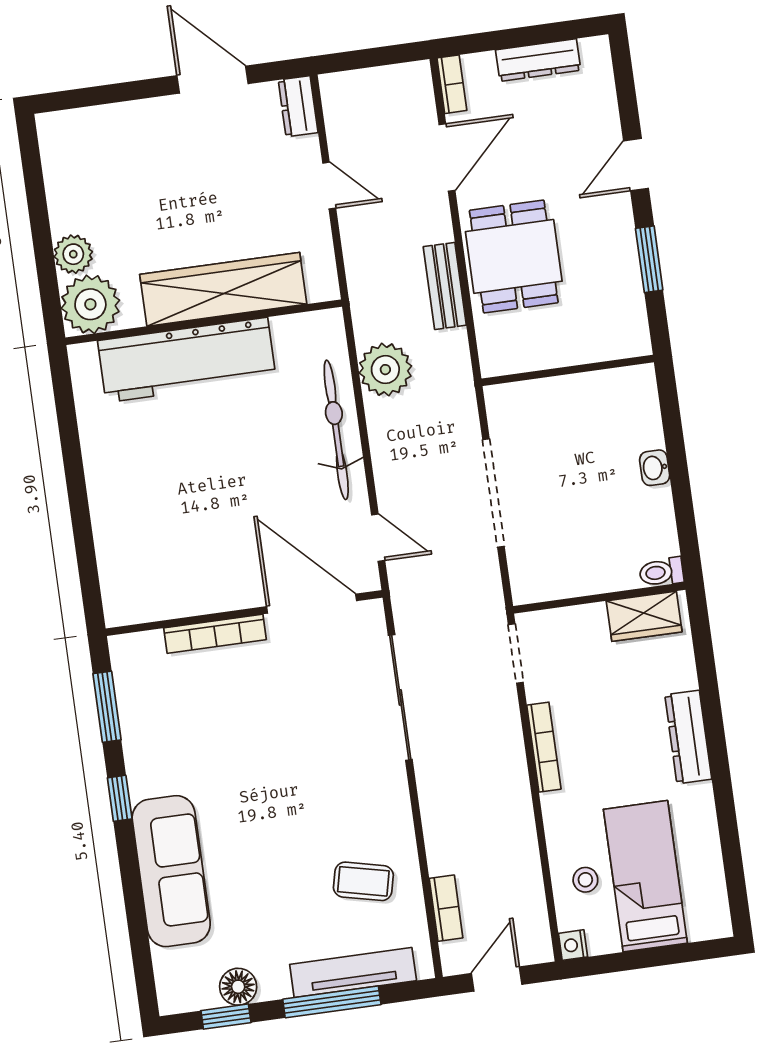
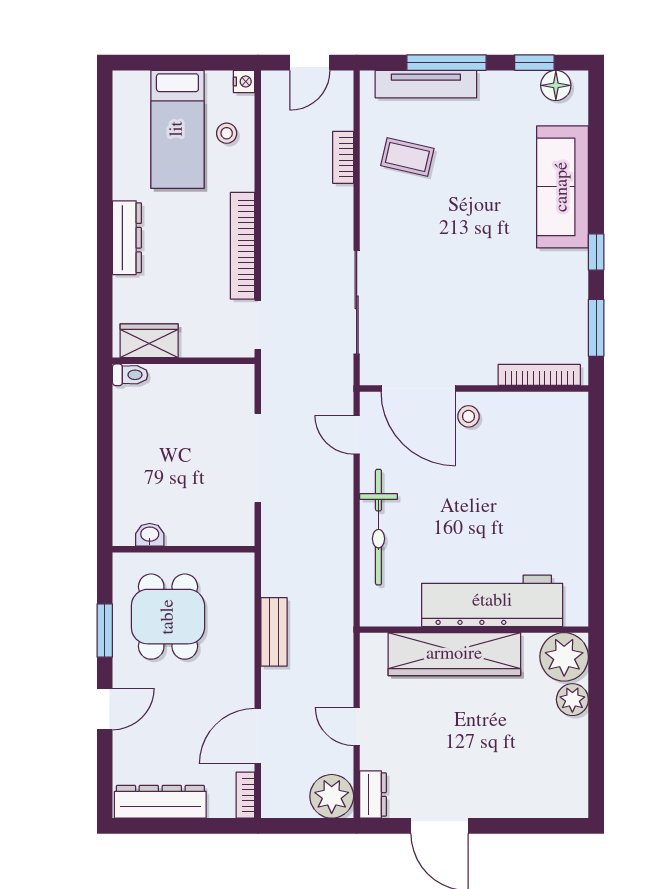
dresser: (538, 60) -> (160, 802), width x1.37, depth x1.24
dining table: (514, 256) -> (168, 617), moved
plant: (385, 370) -> (332, 796), moved
washbasin: (655, 468) -> (150, 535), moved, turned -90
stool: (246, 579) -> (468, 416), added
bookcase: (215, 634) -> (539, 375), moved
bookcase: (544, 747) -> (243, 246), width x1.48, depth x1.31
bookcase: (446, 908) -> (343, 157), moved
floor lamp: (238, 987) -> (556, 85), moved

